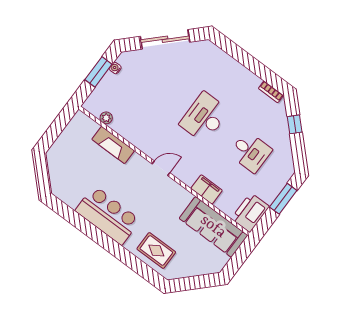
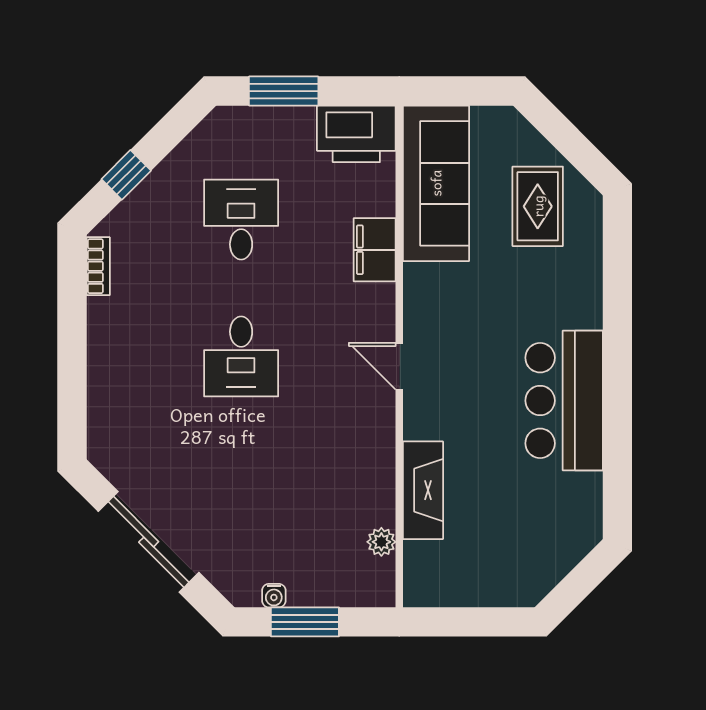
desk: (204, 117) -> (241, 356), width x0.73
rug: (156, 250) -> (538, 206), moved

